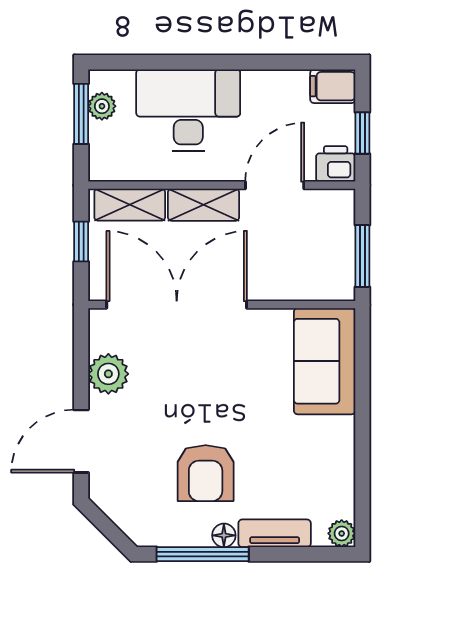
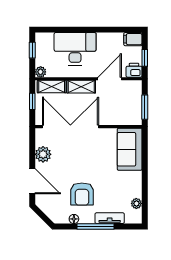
plant: (102, 106) -> (41, 72), moved
window: (81, 114) -> (32, 50), width x0.67
door: (81, 441) -> (32, 181), swing flipped
plant: (342, 533) -> (136, 203), moved
floor lamp: (224, 535) -> (74, 219), moved
window: (203, 554) -> (96, 226), moved

